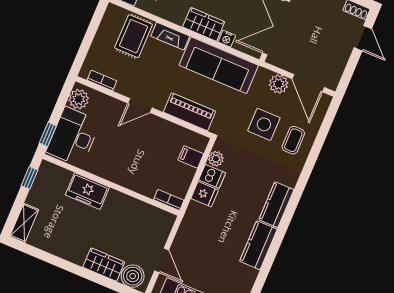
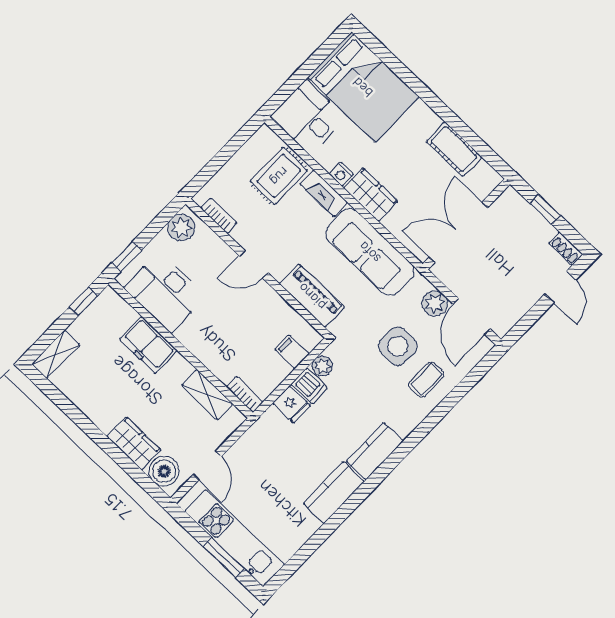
nightstand: (227, 39) -> (341, 174), moved
desk: (73, 137) -> (165, 292), moved, turned -90
shelving: (142, 210) -> (207, 395), added

